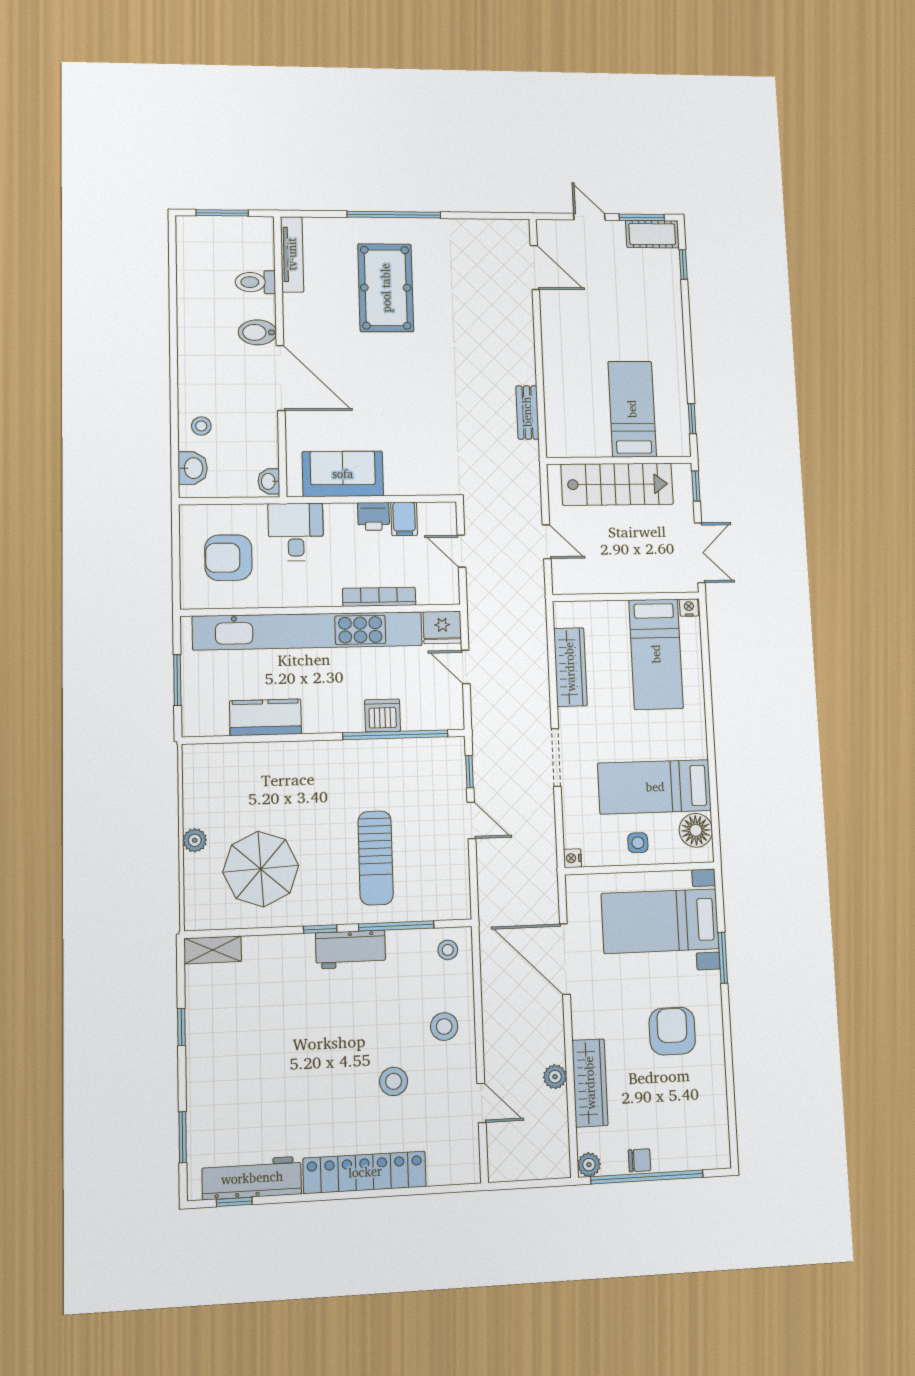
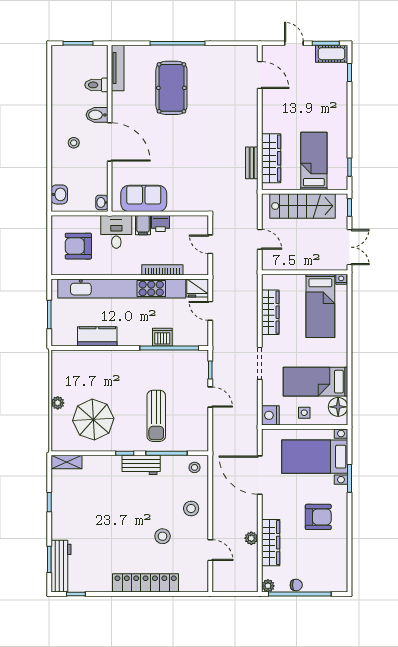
wardrobe: (560, 405) -> (271, 158), added
stool: (201, 426) -> (74, 143), moved
filing cabinet: (404, 519) -> (143, 225), moved
nightstand: (572, 858) -> (270, 415), width x1.89, depth x1.79
armchair: (672, 1031) -> (318, 517), turned 90
workbench: (252, 1178) -> (61, 566), moved, turned 90

